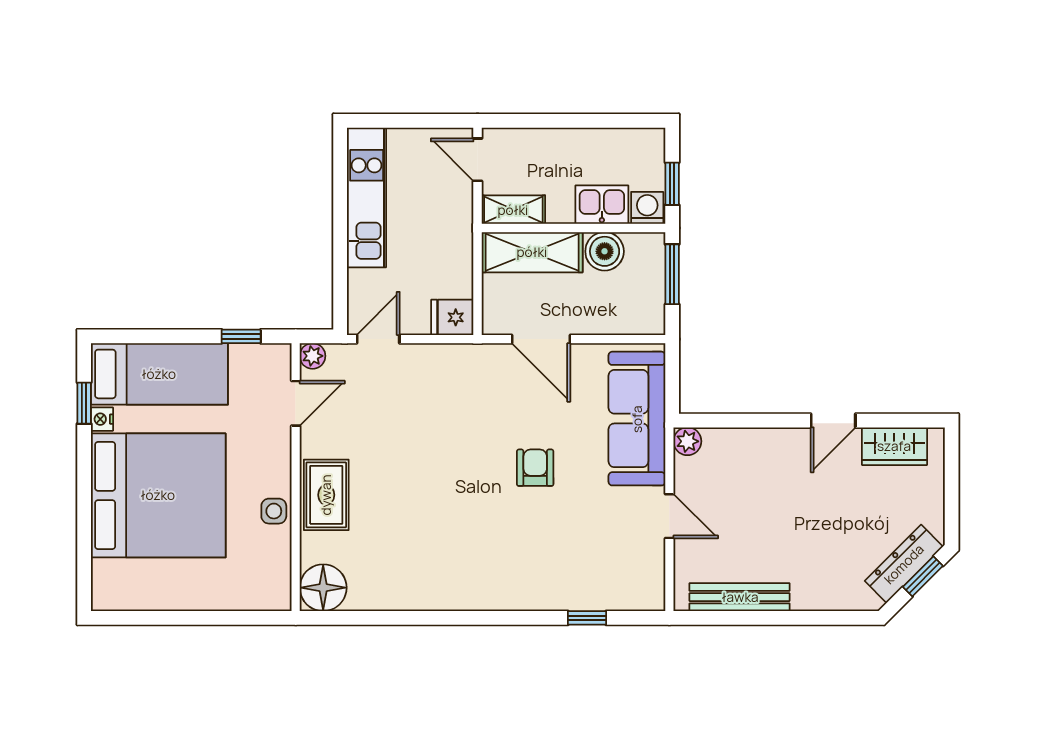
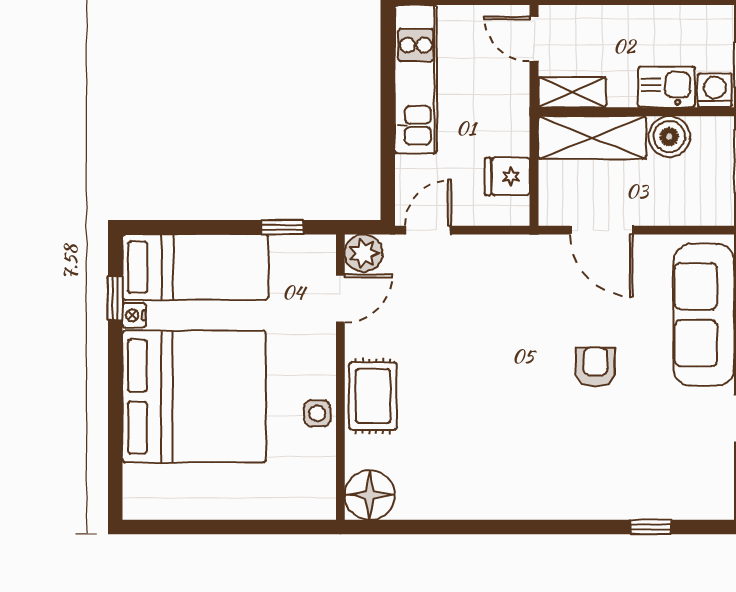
fridge: (452, 317) -> (507, 176), moved
plant: (313, 356) -> (363, 253), width x1.38, depth x1.38

